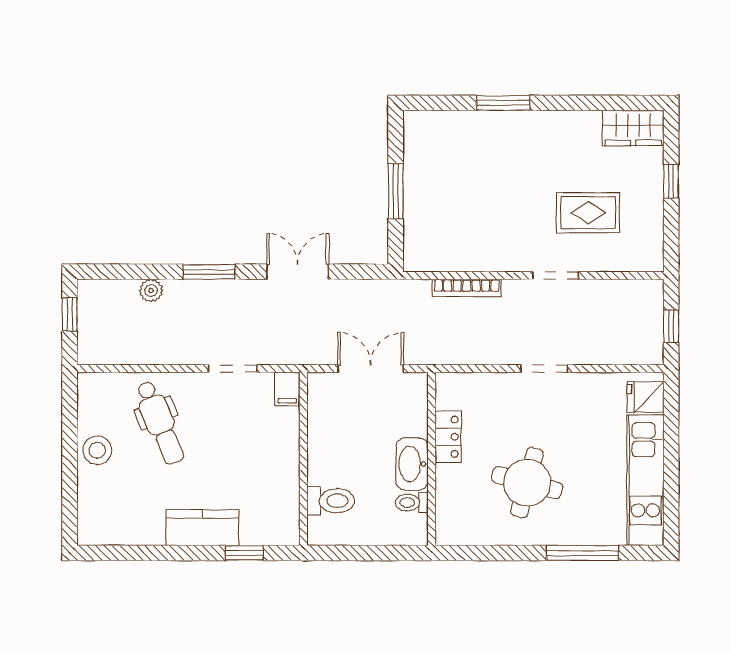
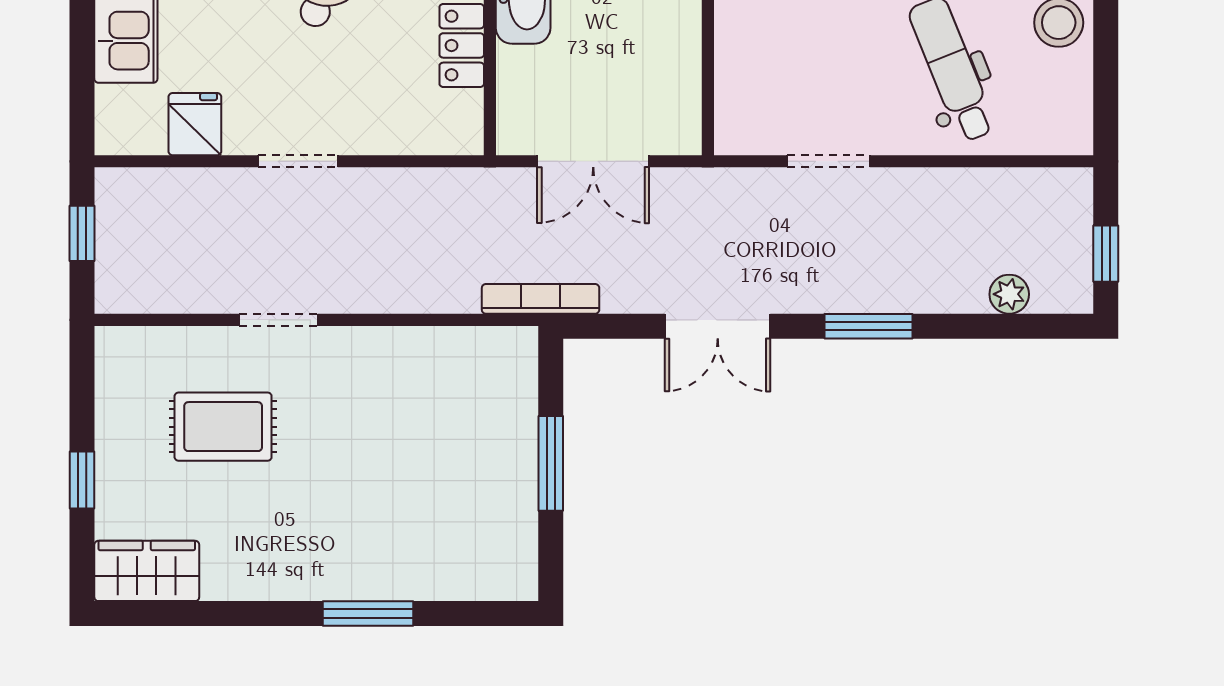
bookcase: (467, 288) -> (541, 299), moved
plant: (151, 291) -> (1009, 294), moved
filing cabinet: (287, 389) -> (735, 127), removed
fridge: (645, 397) -> (195, 124), moved, turned -90

